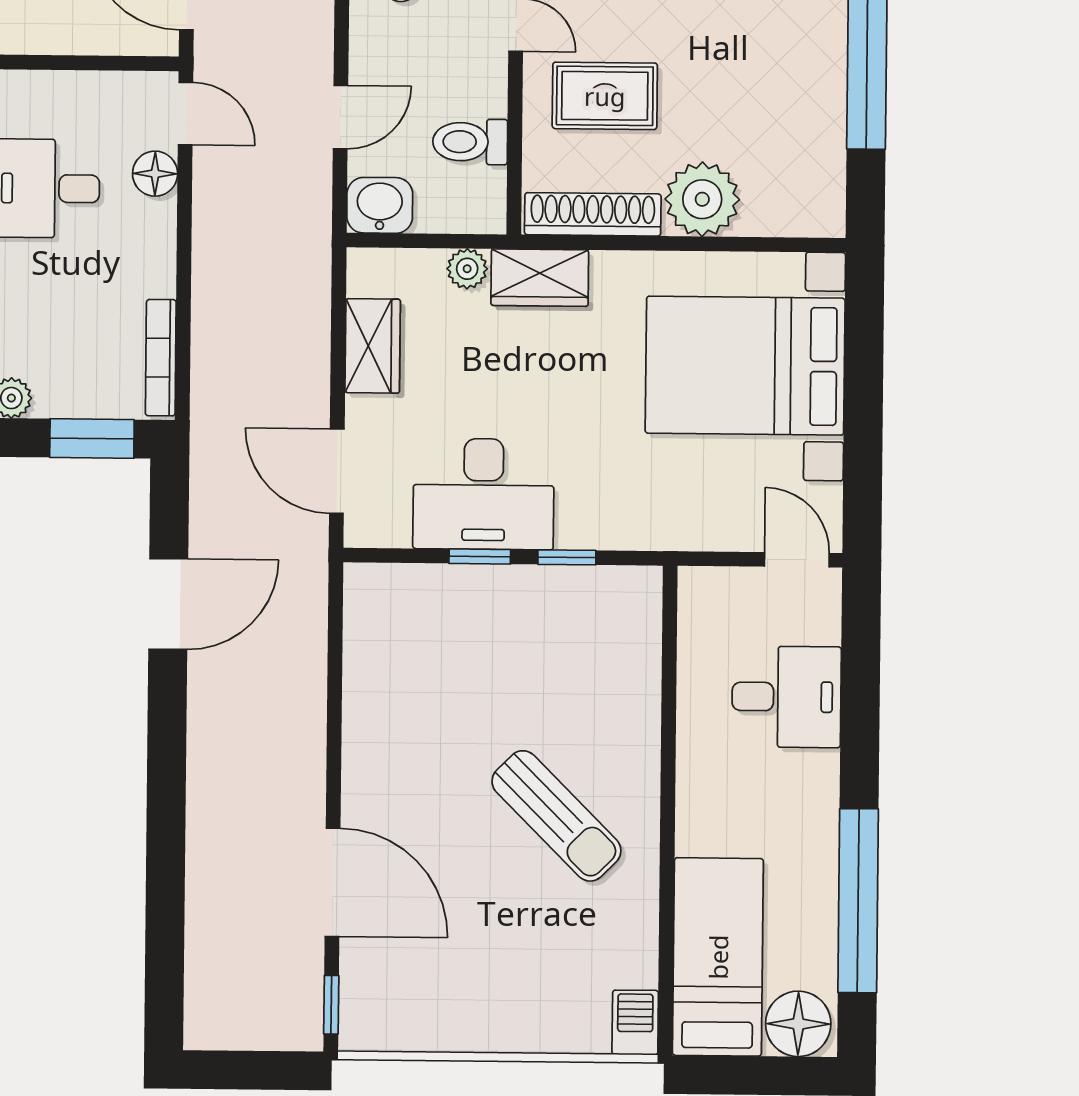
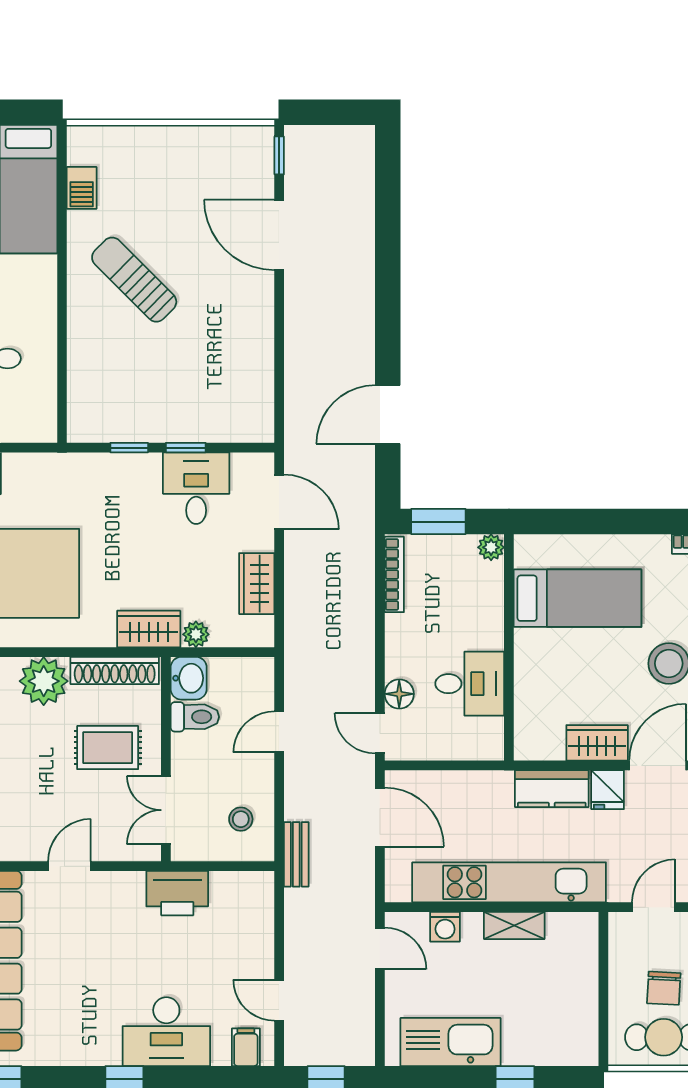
washbasin: (380, 205) -> (189, 678), moved, turned -90
desk: (483, 494) -> (196, 488), width x0.73
barbecue: (635, 1023) -> (82, 188), moved

